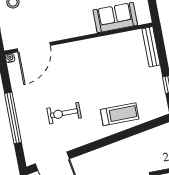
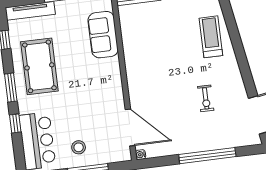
exercise bike: (64, 113) -> (206, 98), width x0.73, depth x0.72

